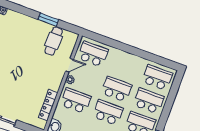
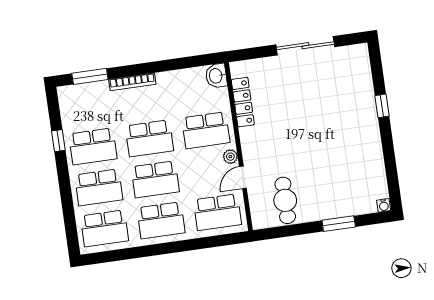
window: (48, 20) -> (339, 224), moved
school desk: (125, 66) -> (161, 220), added

